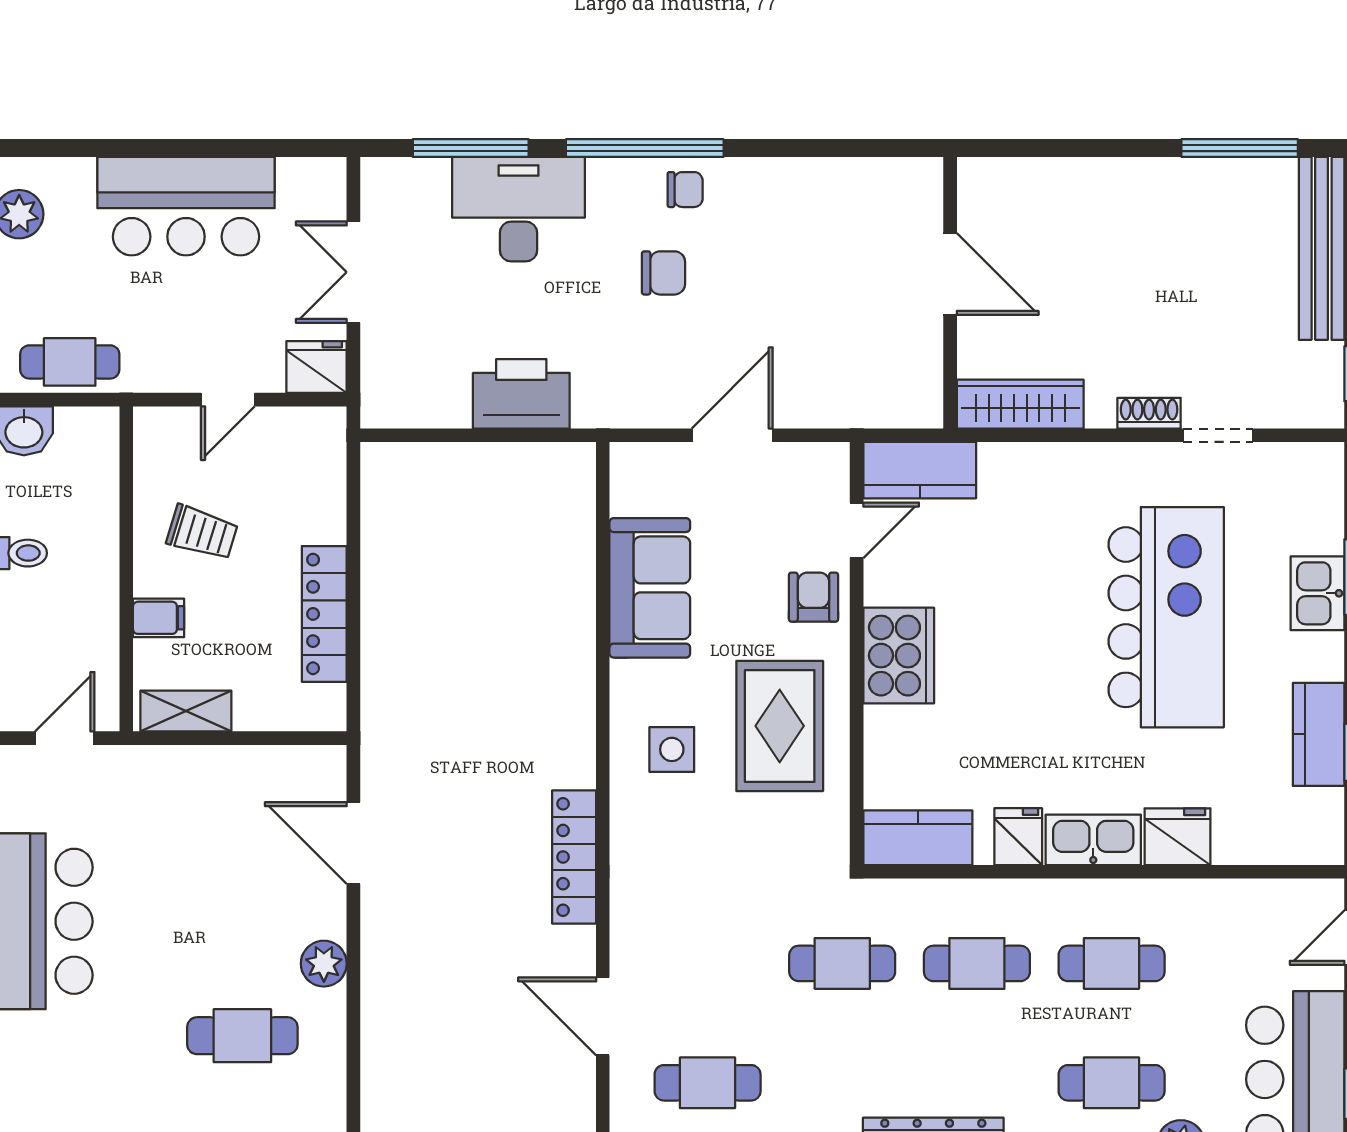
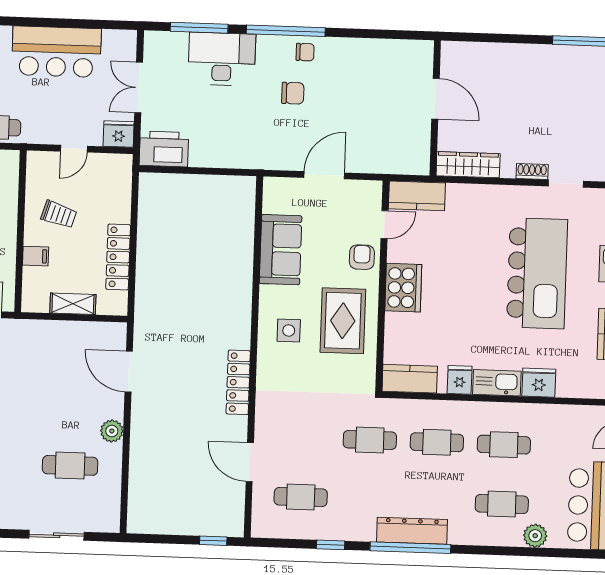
printer: (521, 394) -> (164, 149), moved
shelving: (186, 711) -> (73, 304), moved

